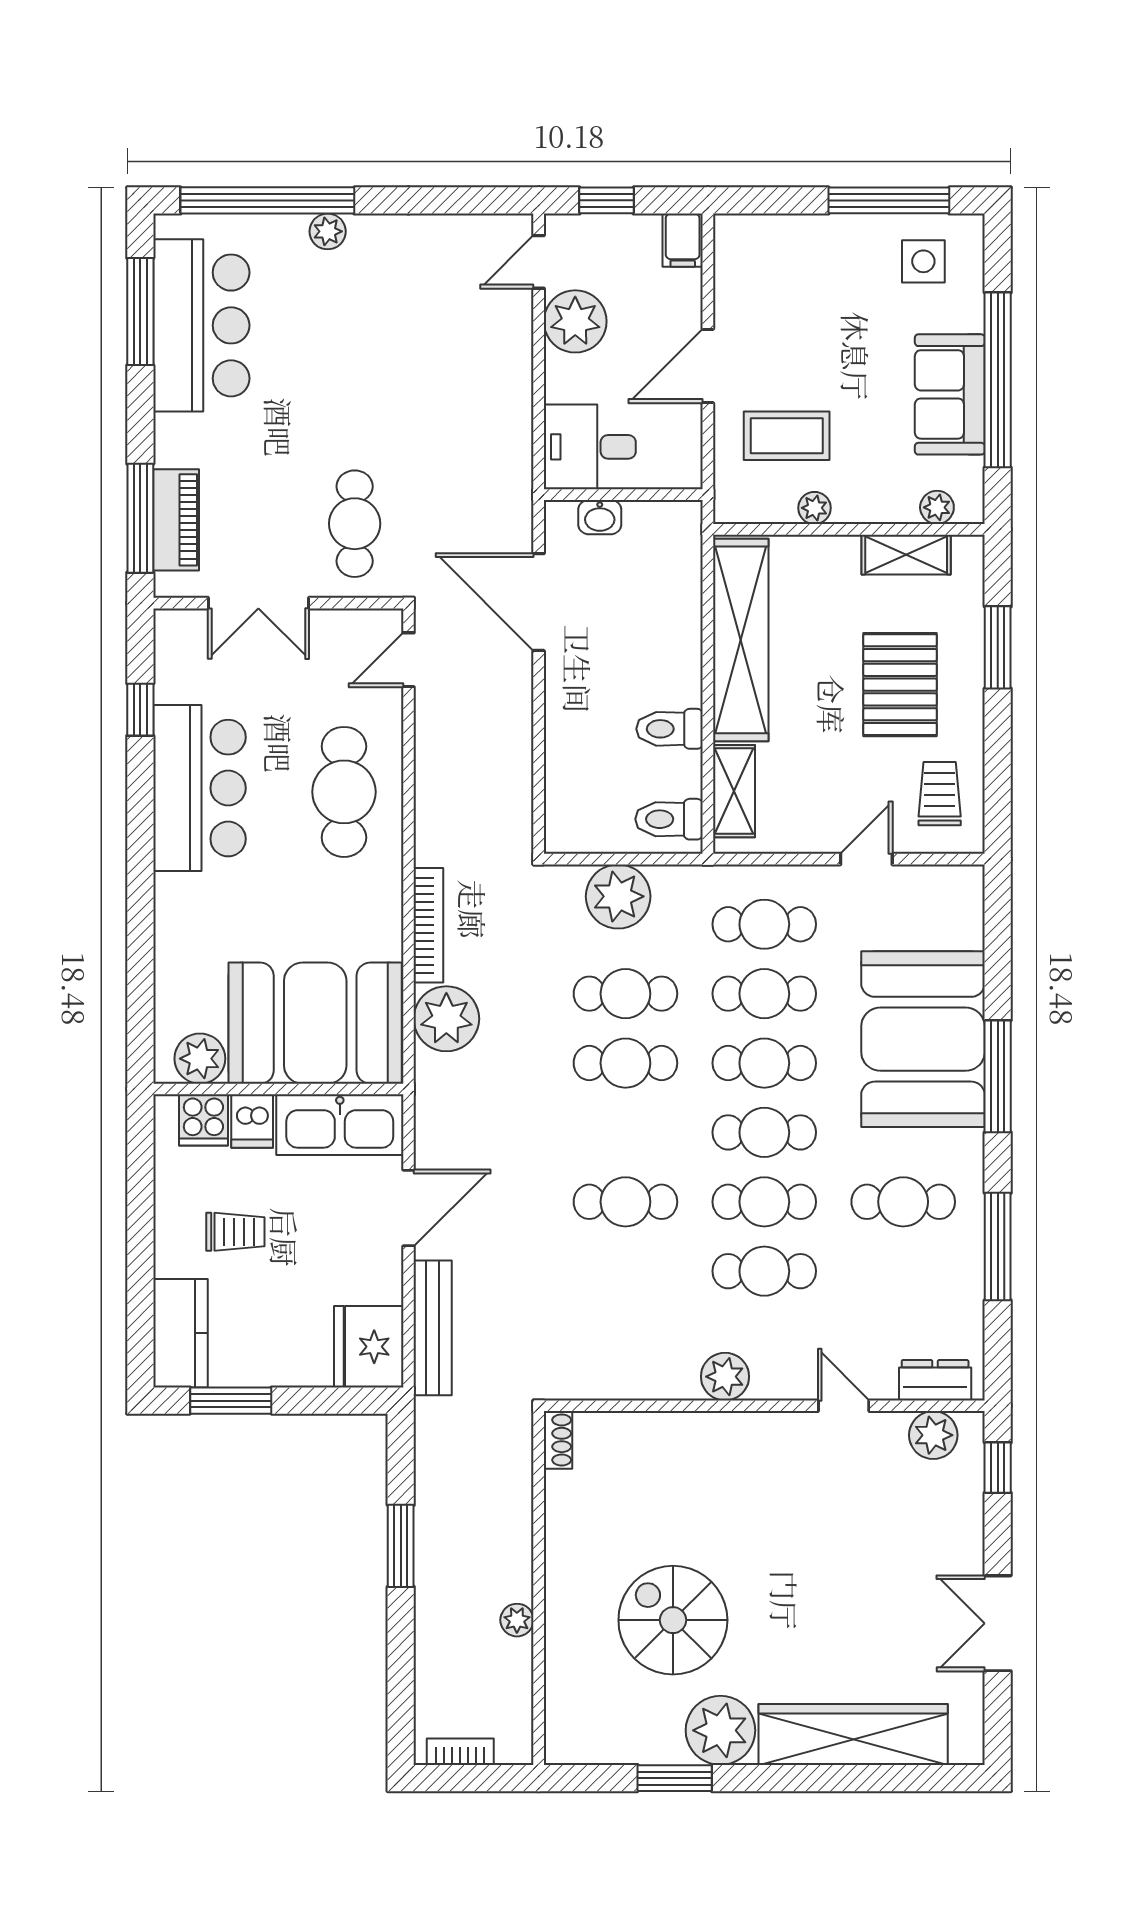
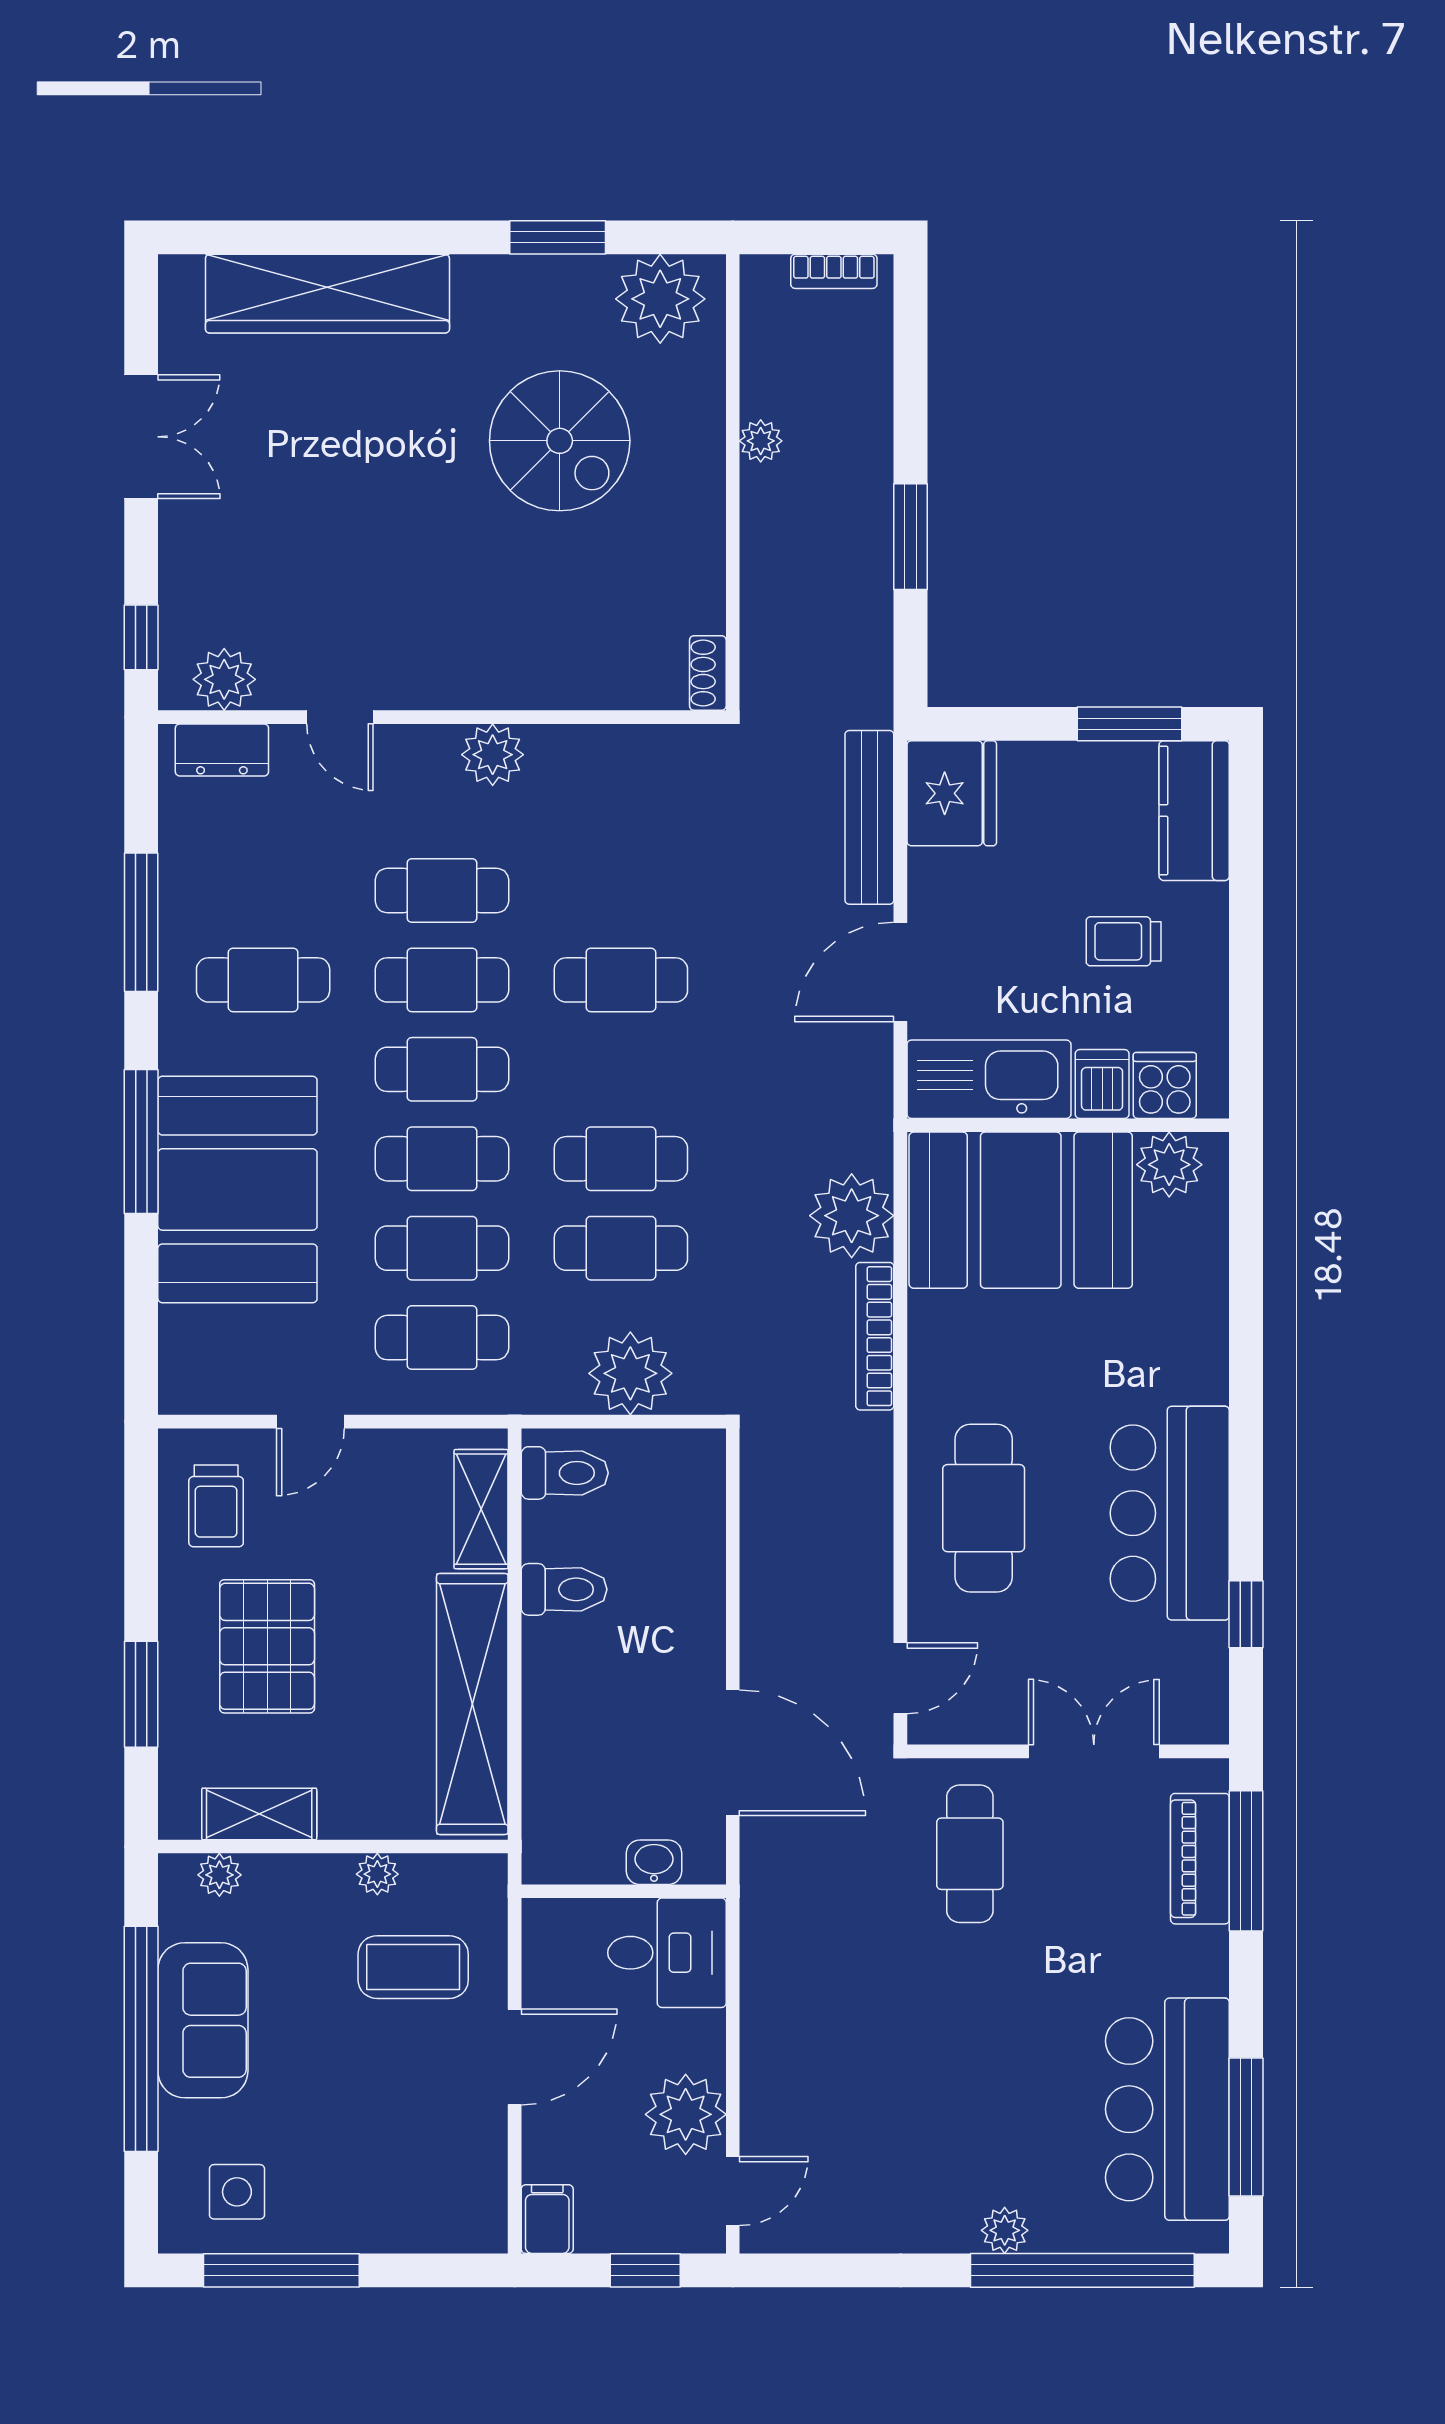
plant: (720, 1730) -> (660, 299), moved

